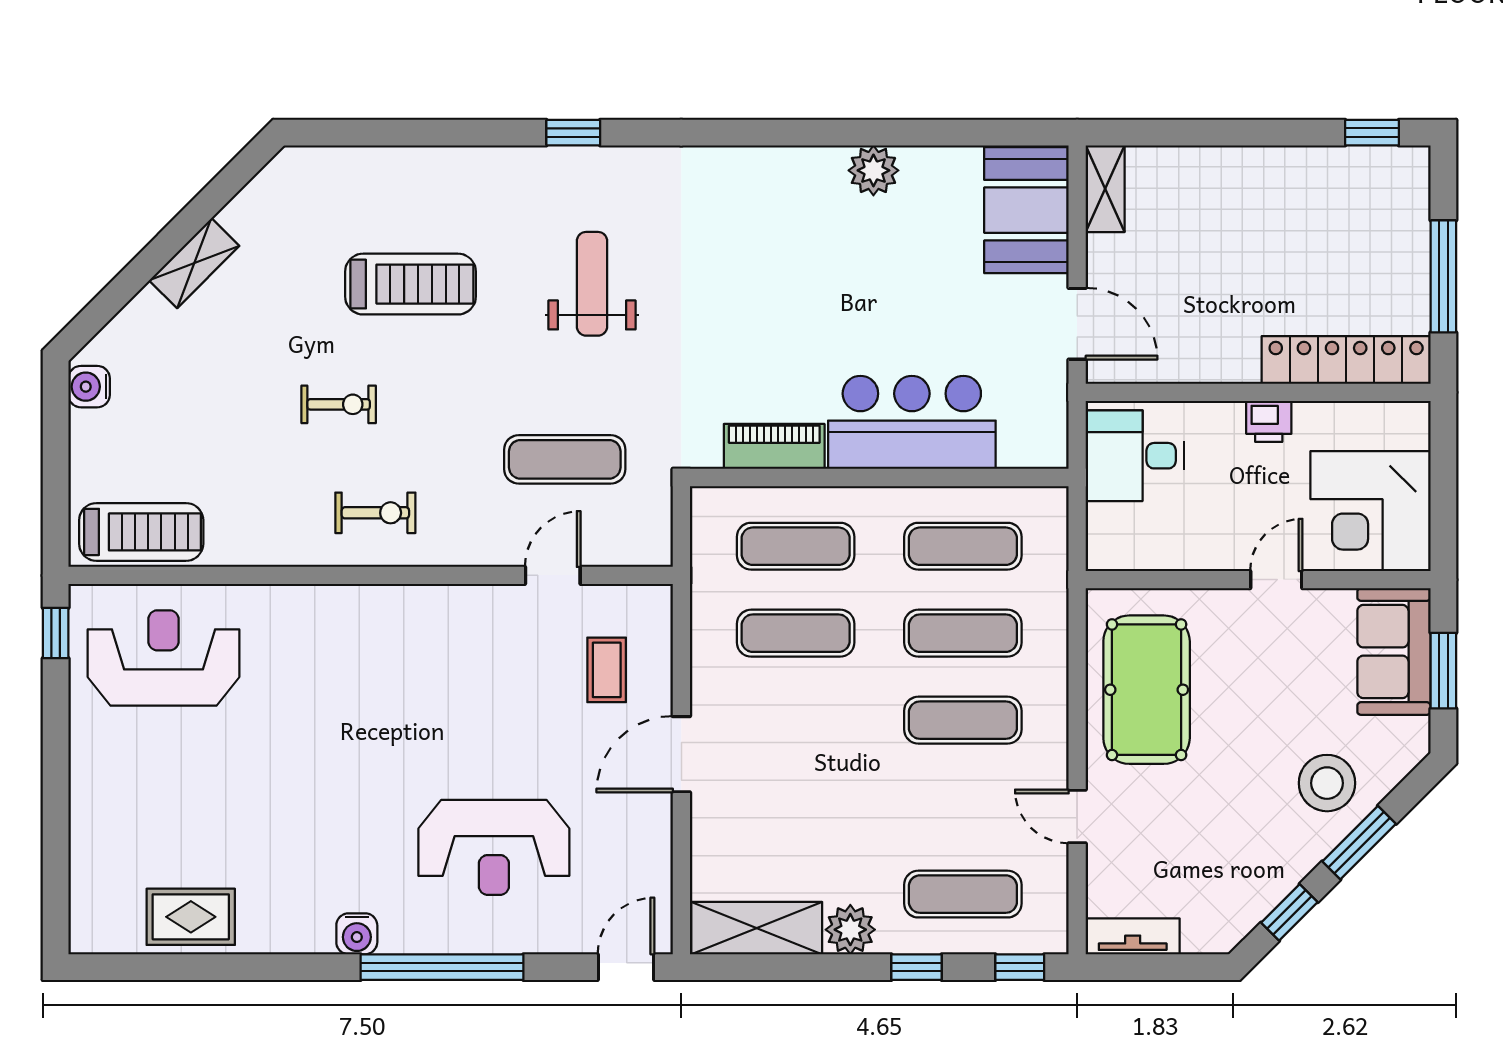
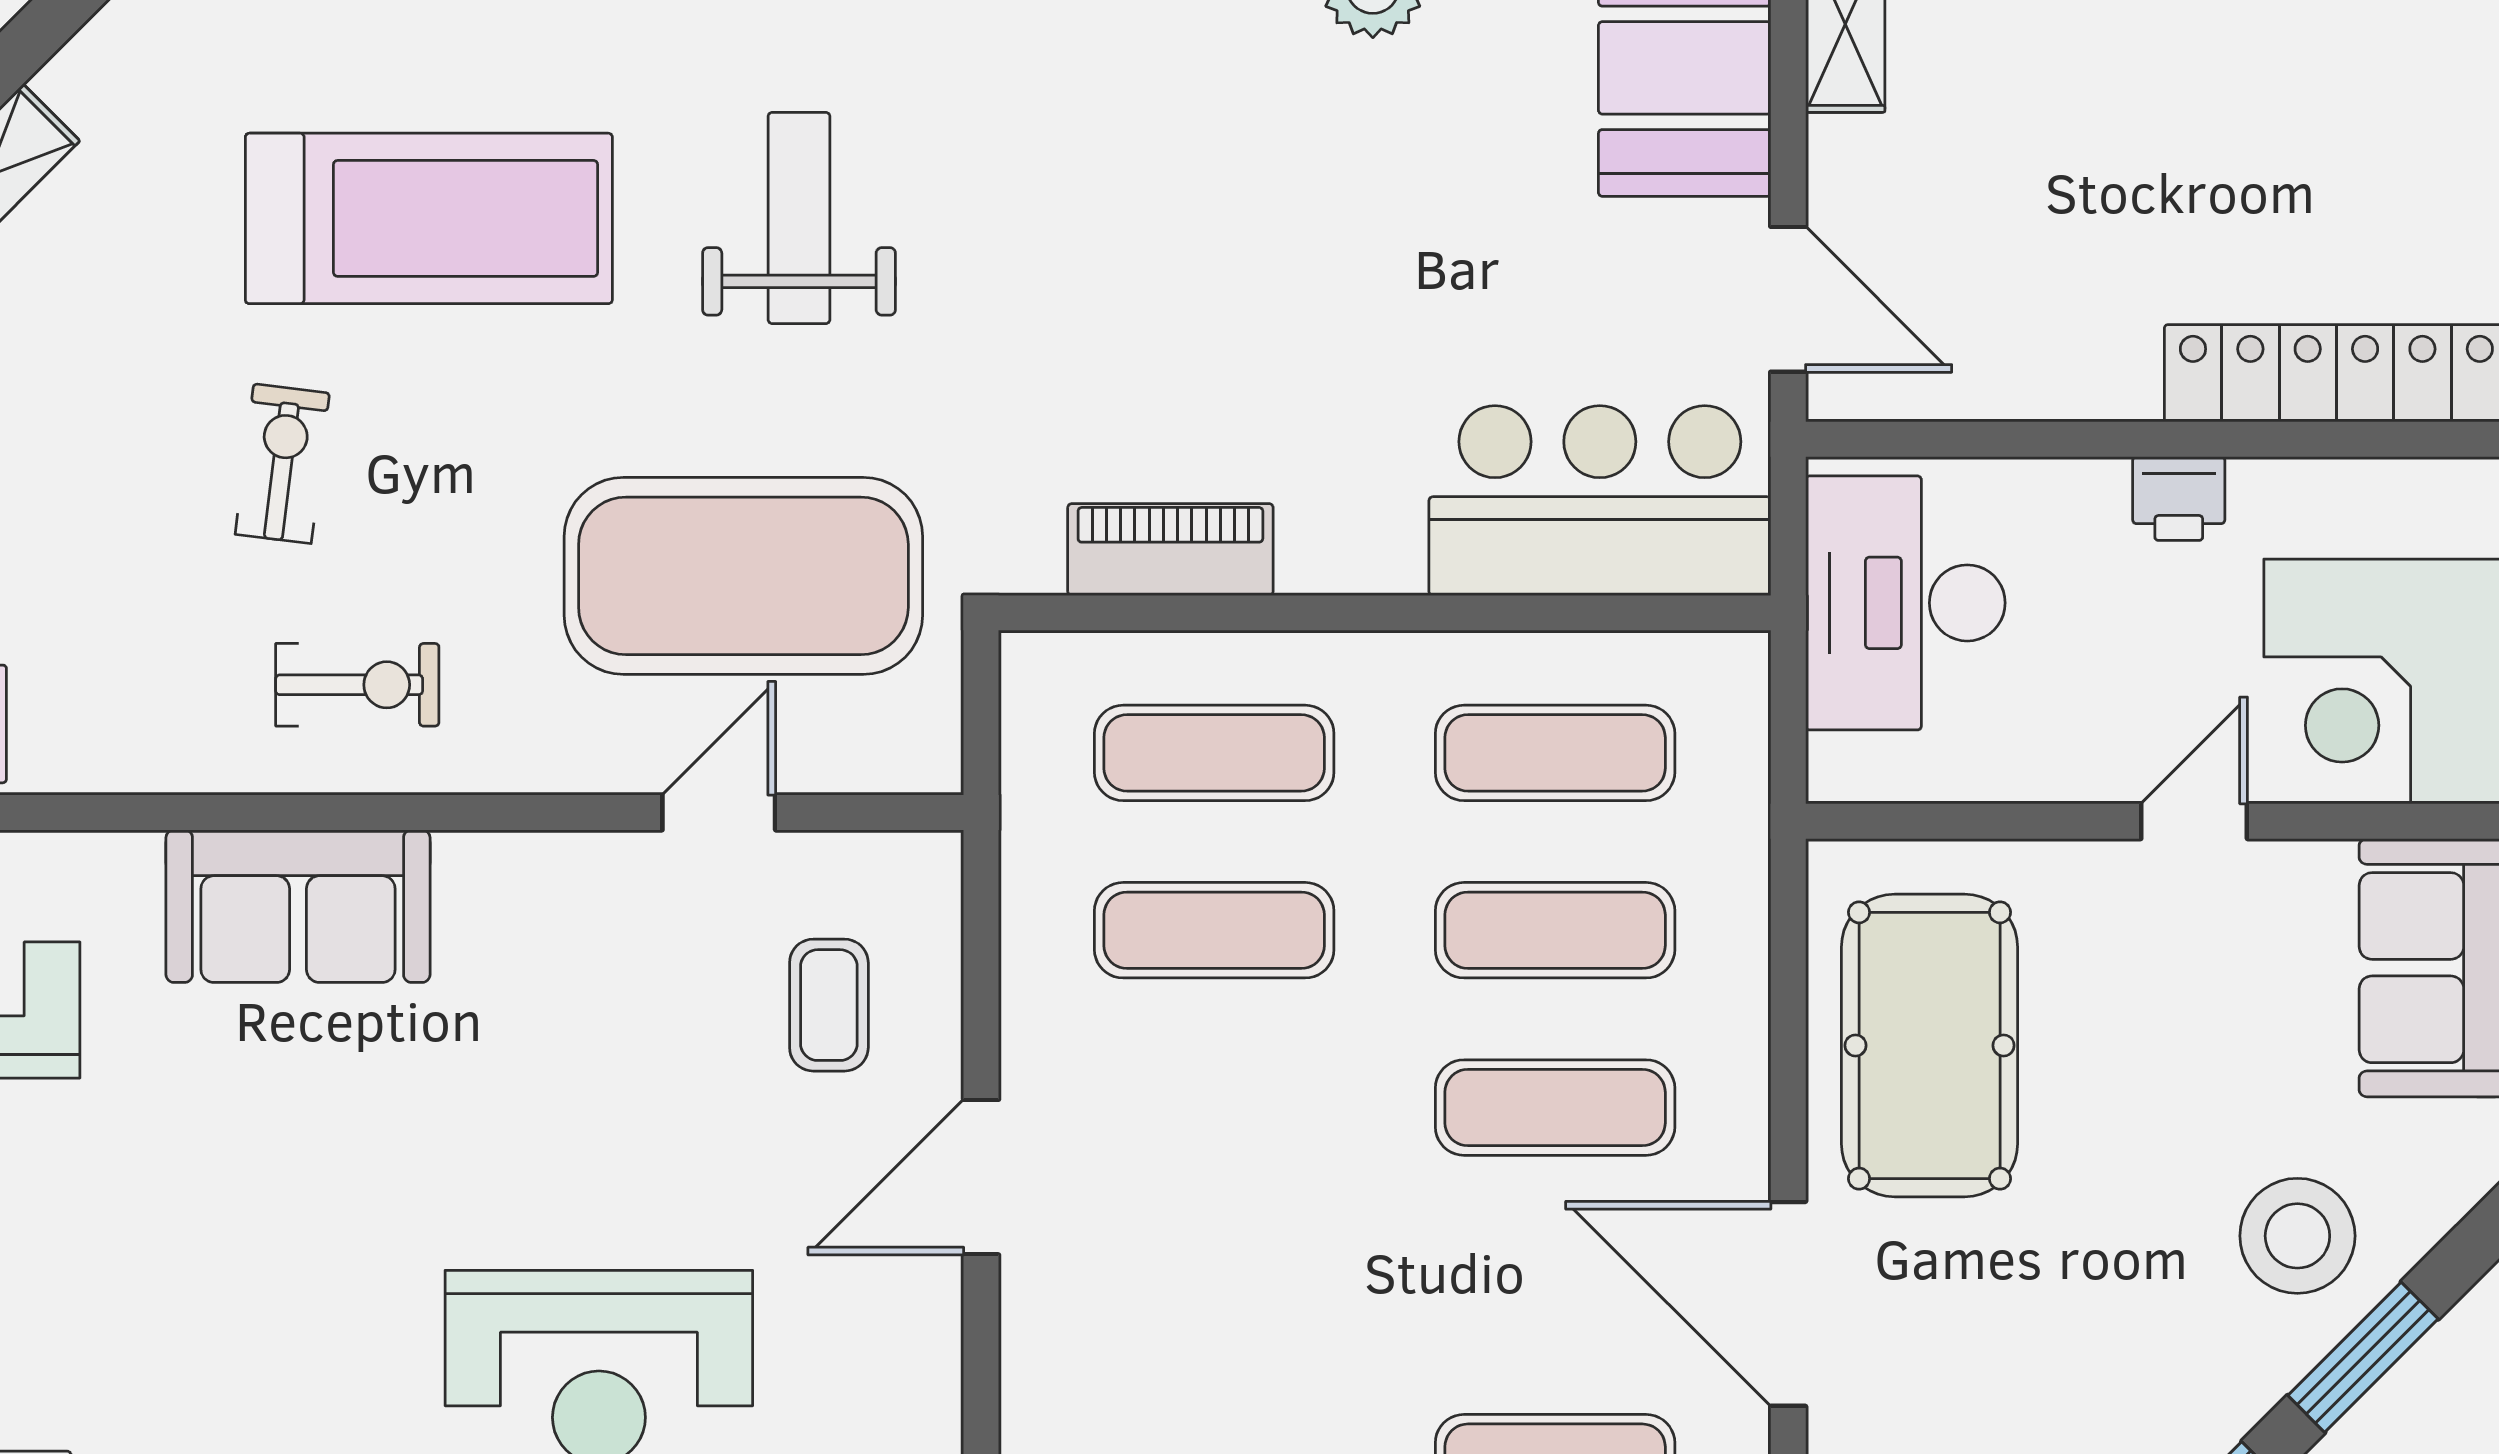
treadmill: (410, 284) -> (429, 218), width x1.37, depth x1.38
exercise bike: (339, 404) -> (282, 464), turned -83
bar counter: (912, 422) -> (1600, 501), moved
desk: (1135, 456) -> (1905, 603), width x1.37
exercise mat: (565, 459) -> (743, 576), width x2.00, depth x1.45
sofa: (346, 621) -> (298, 906), added
door: (1077, 816) -> (1788, 1304), width x1.87

